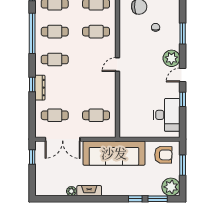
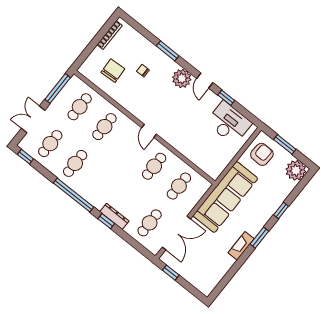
window: (32, 33) -> (73, 195), moved
cafe table: (55, 60) -> (154, 166), moved
plant: (71, 191) -> (229, 262), removed
window: (158, 199) -> (259, 238), moved

